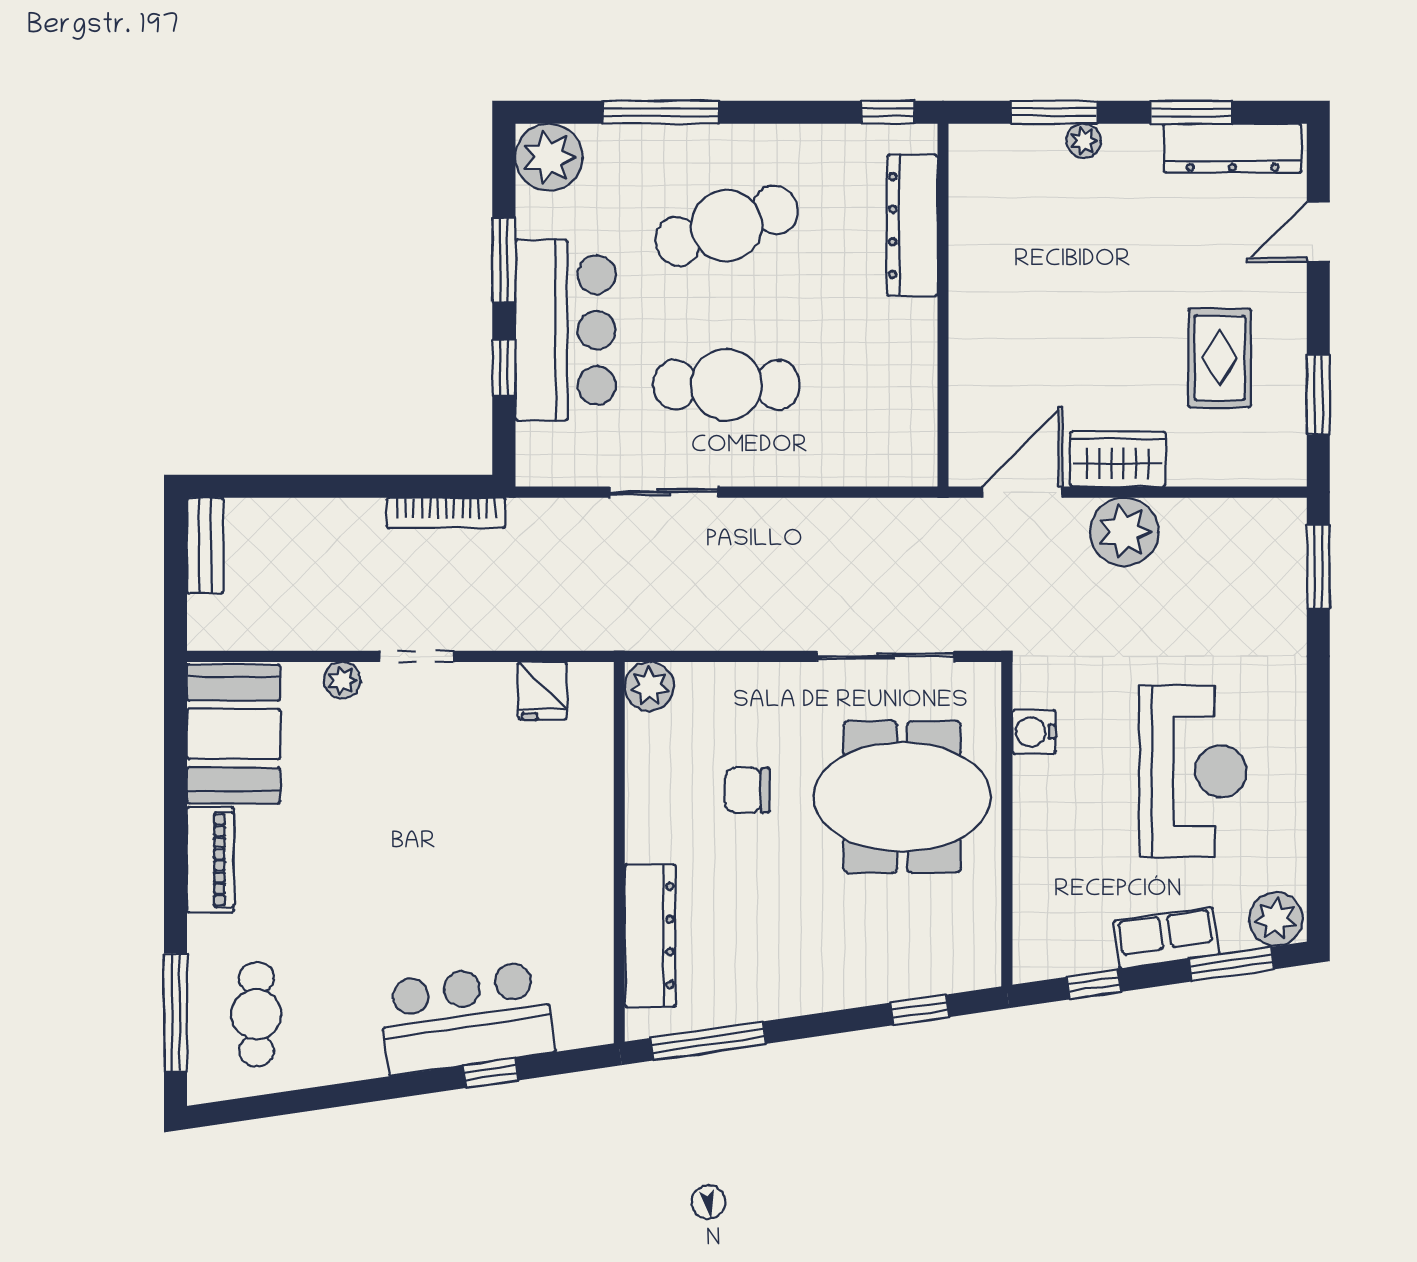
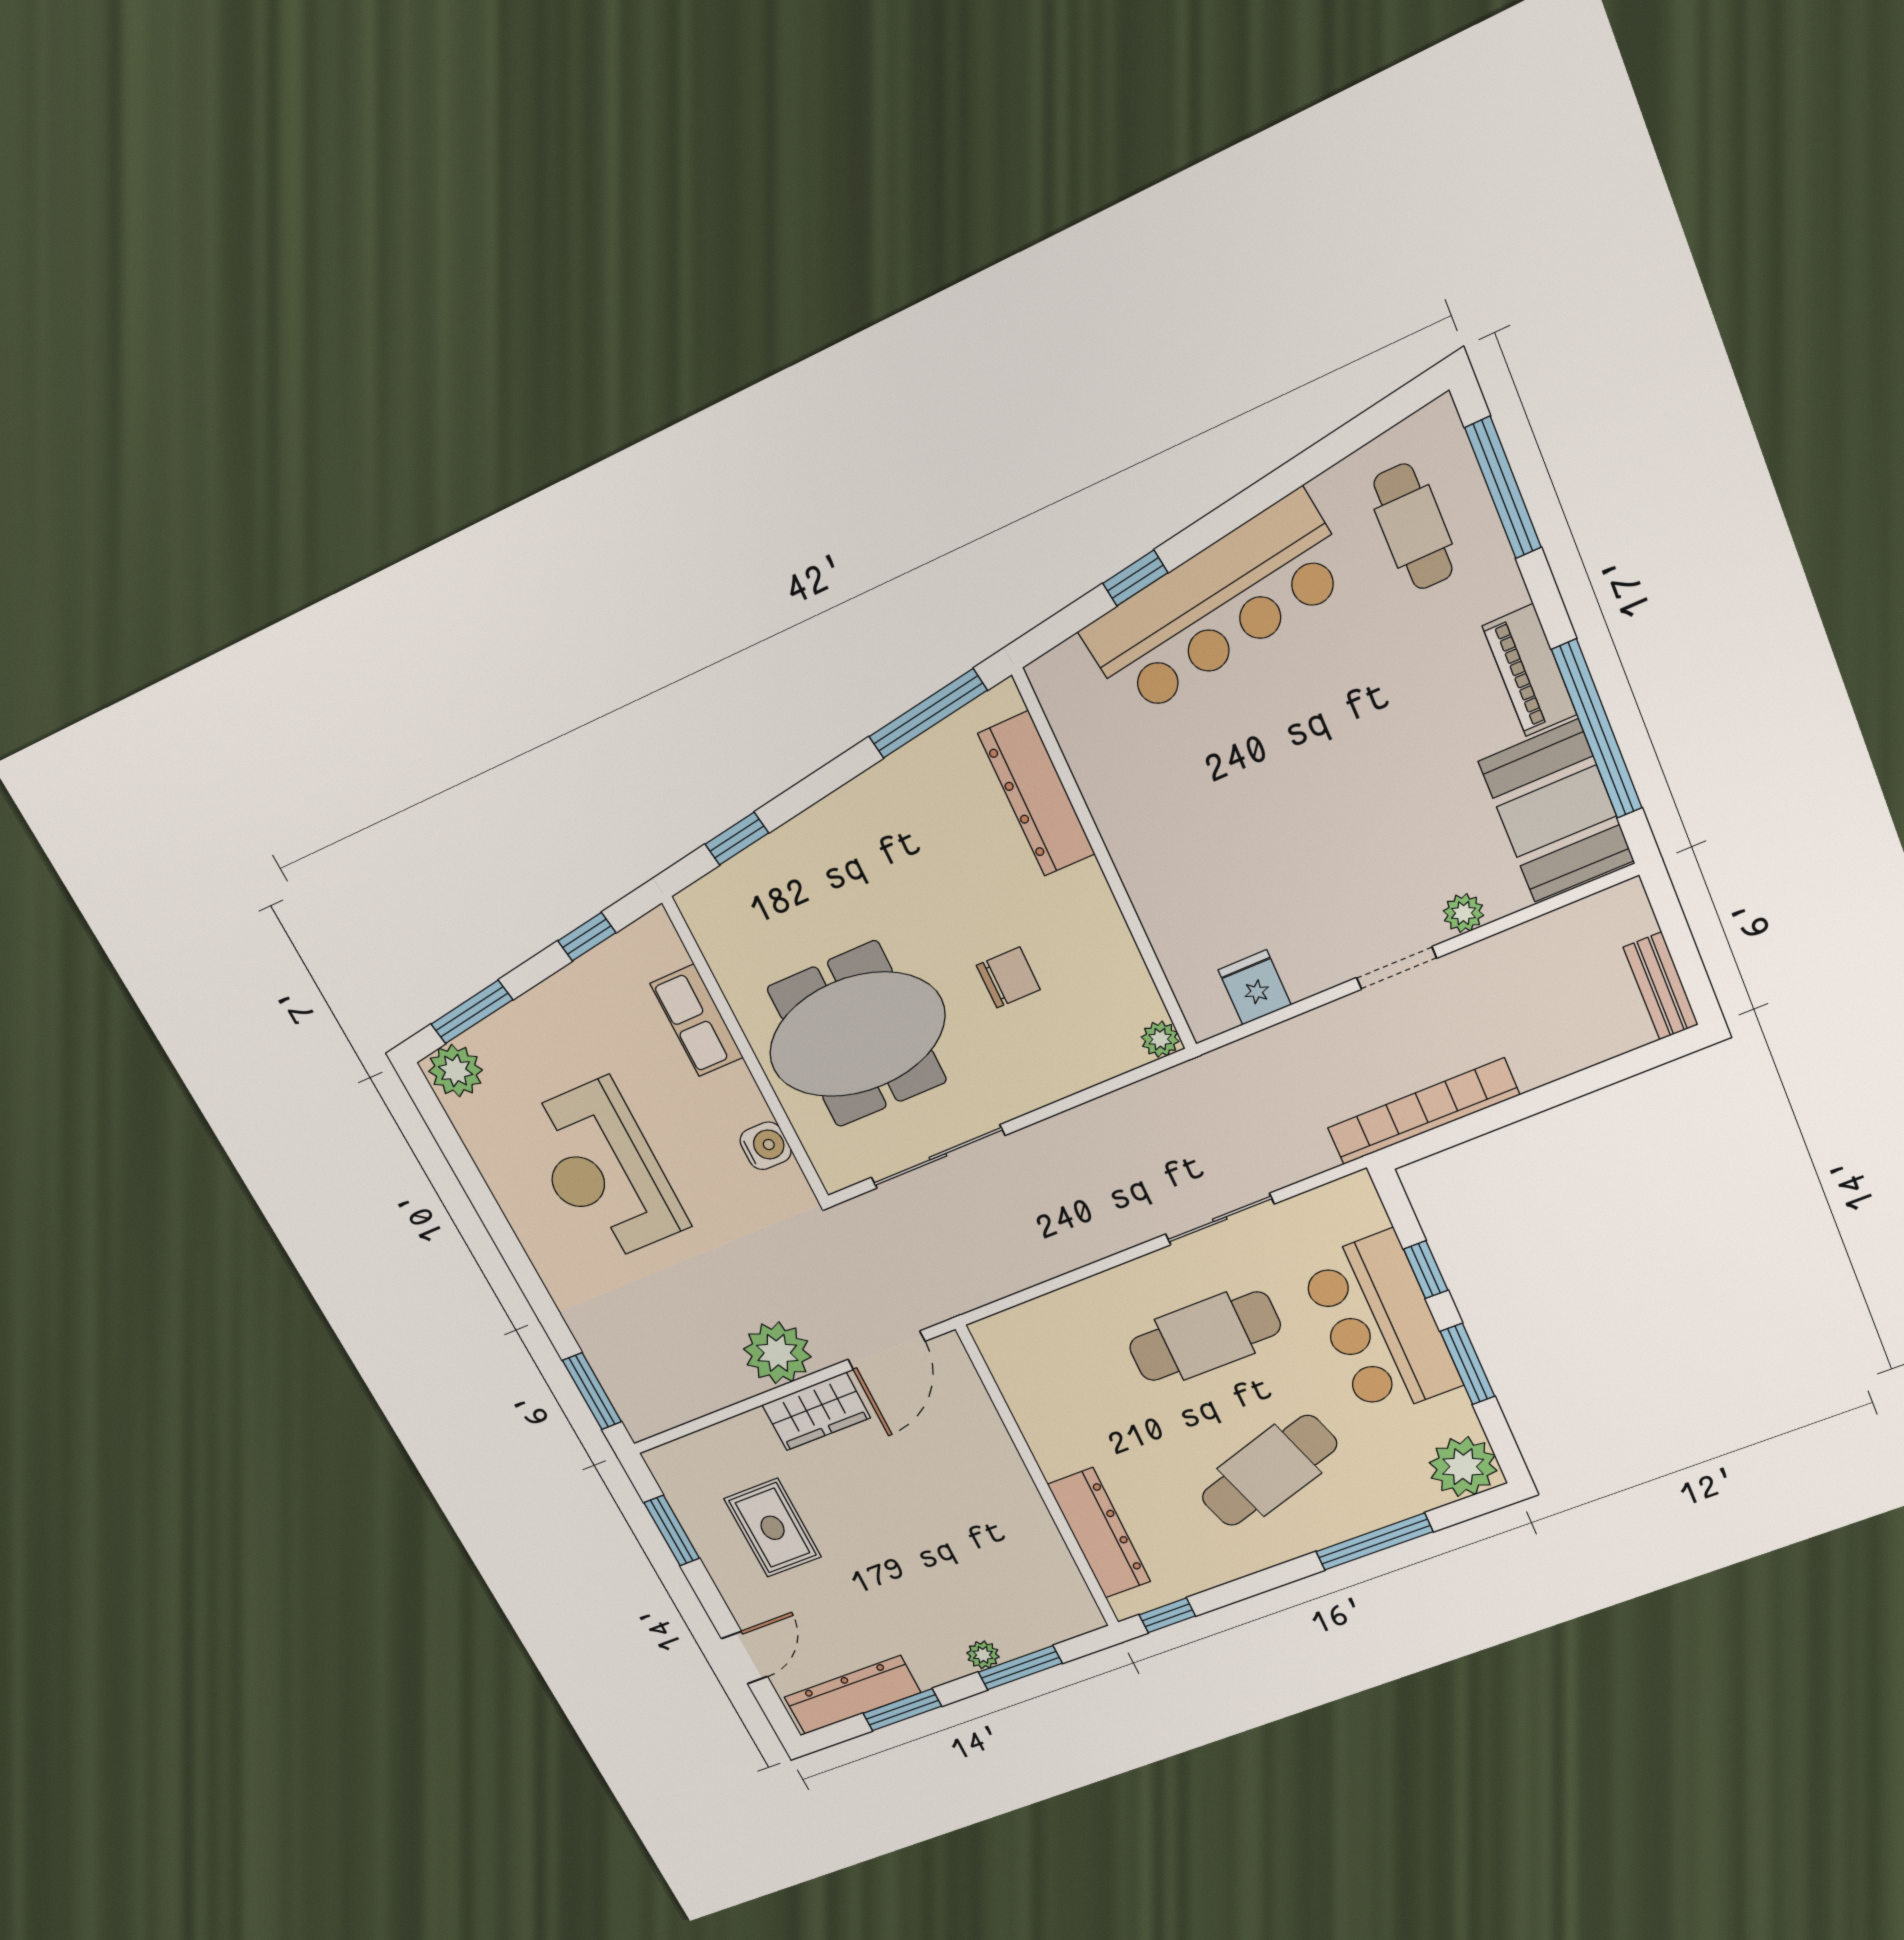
bookcase: (446, 513) -> (1423, 1111), width x1.48, depth x1.31
plant: (649, 686) -> (1160, 1039), width x0.73, depth x0.73
window: (176, 788) -> (1597, 729), added
row of seats: (1166, 938) -> (697, 1021), moved, turned 98
bar counter: (466, 1018) -> (1217, 606), width x1.36

